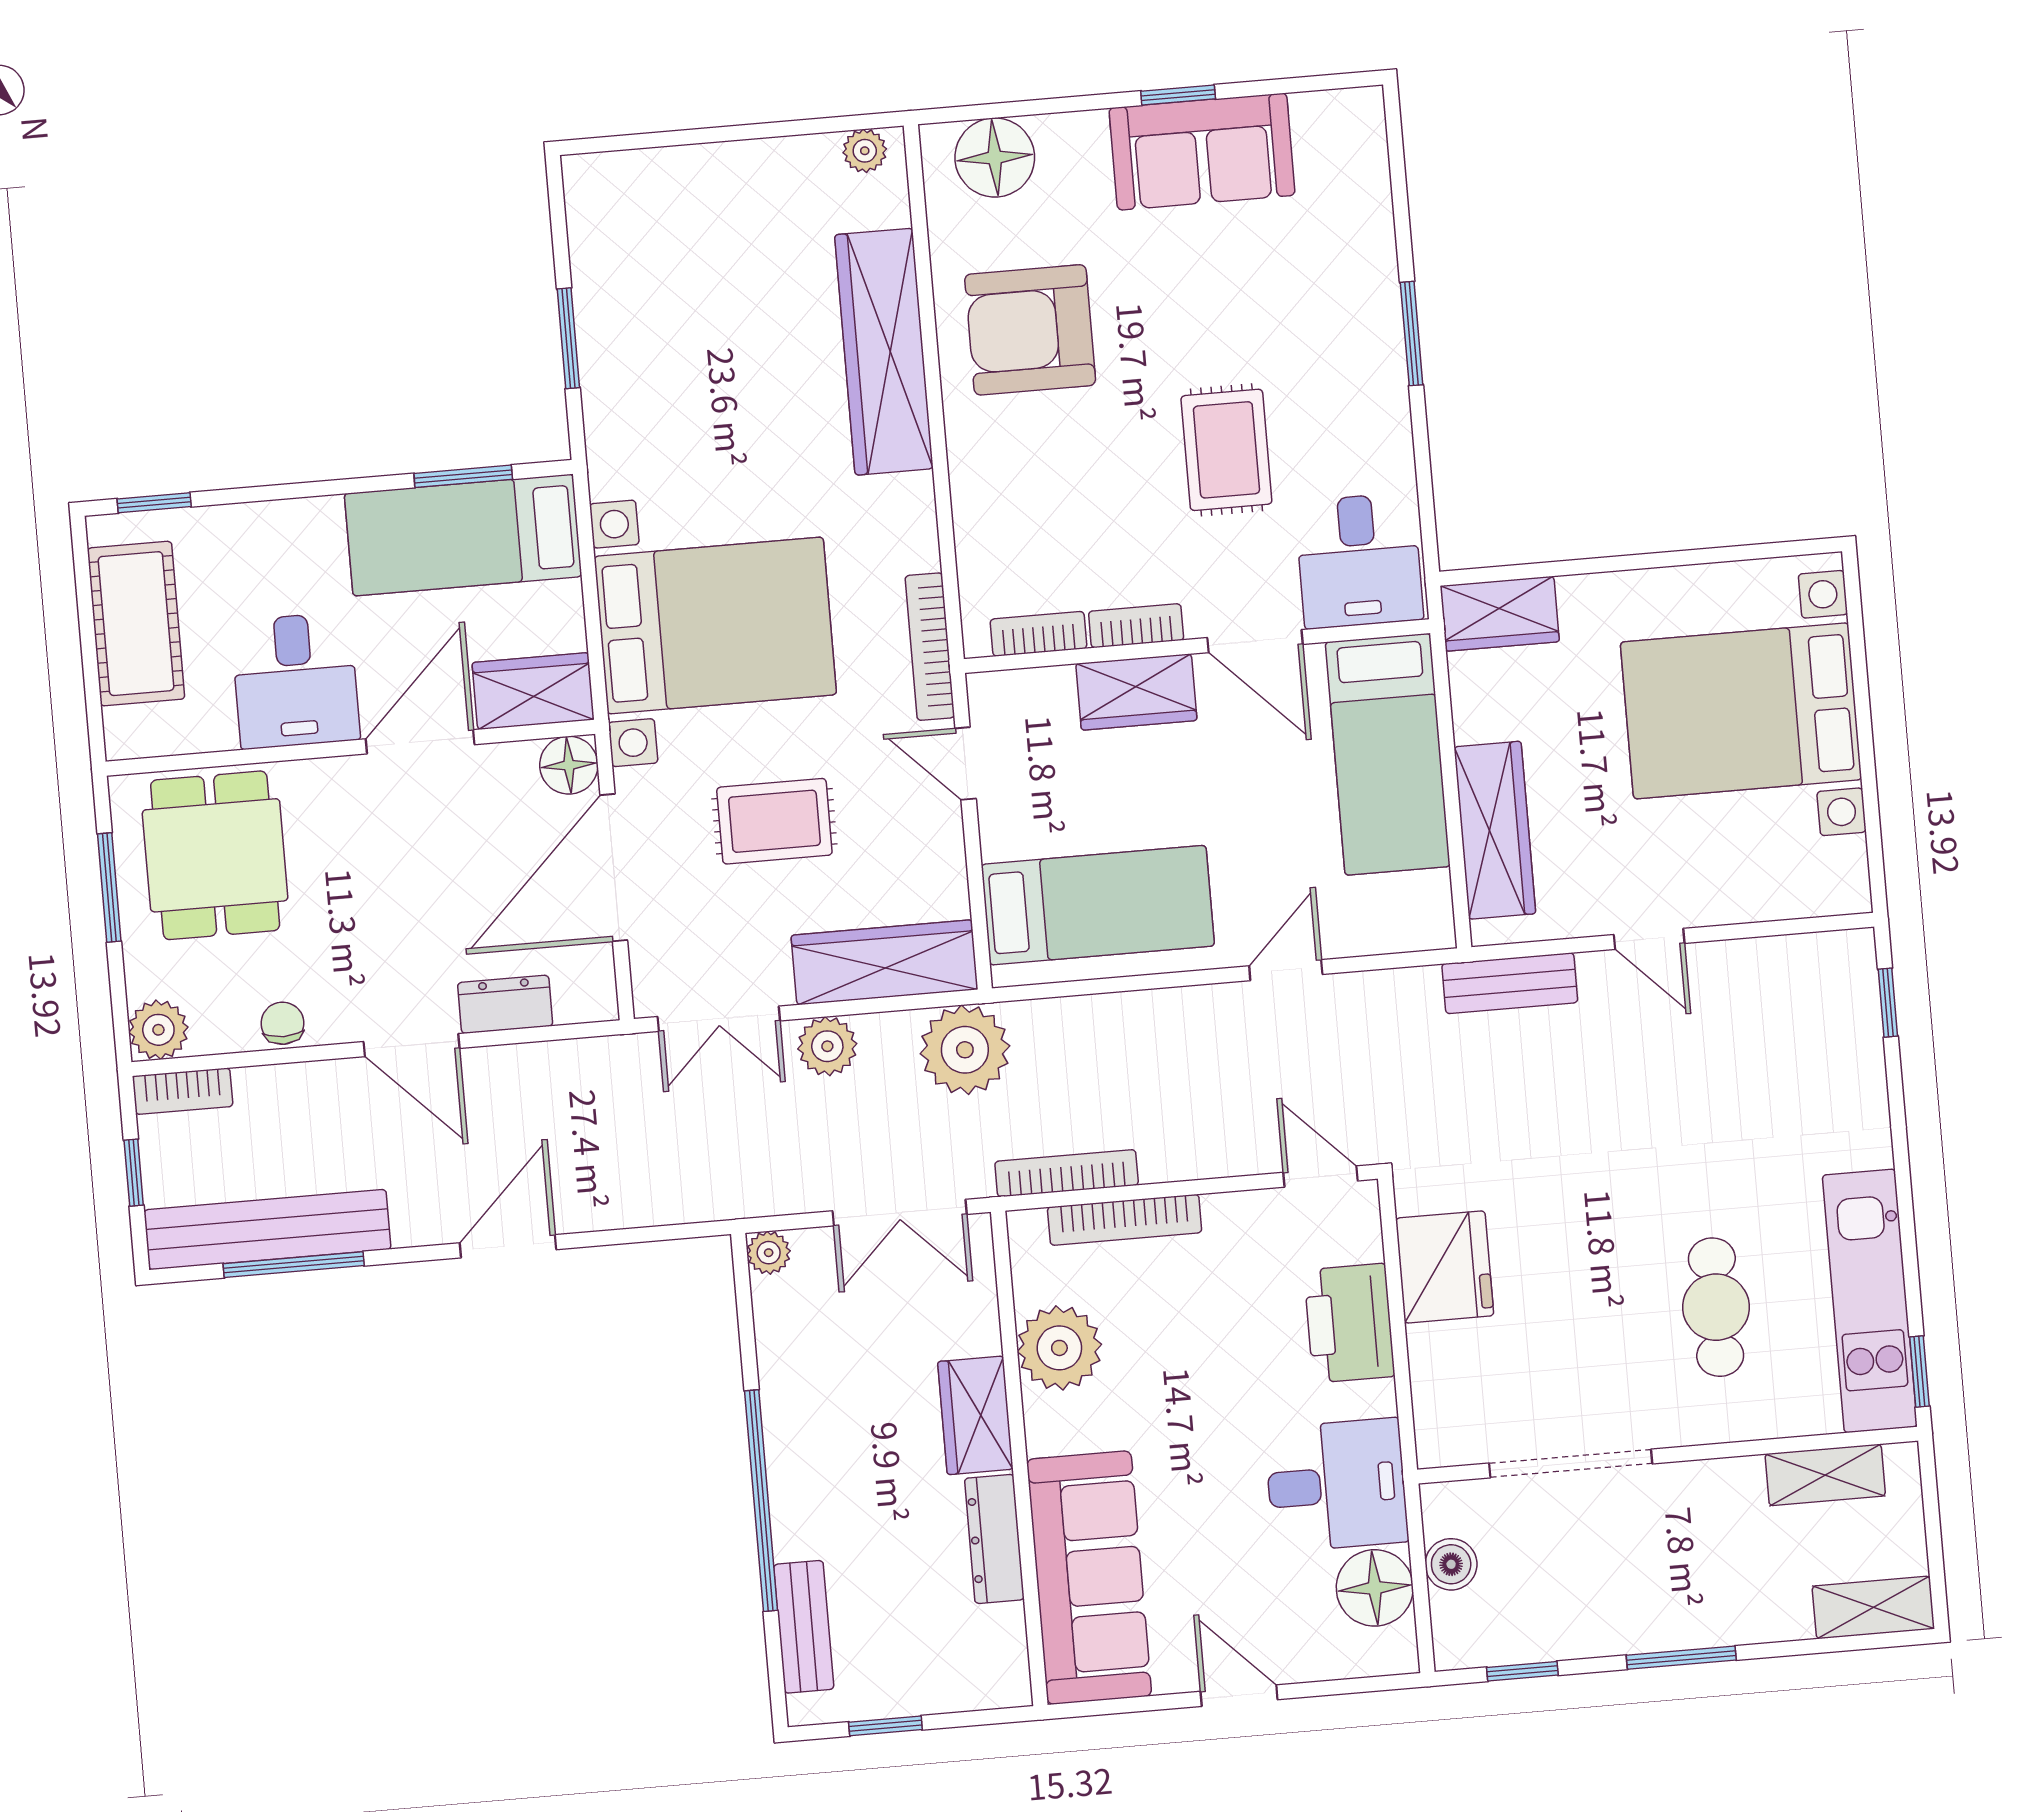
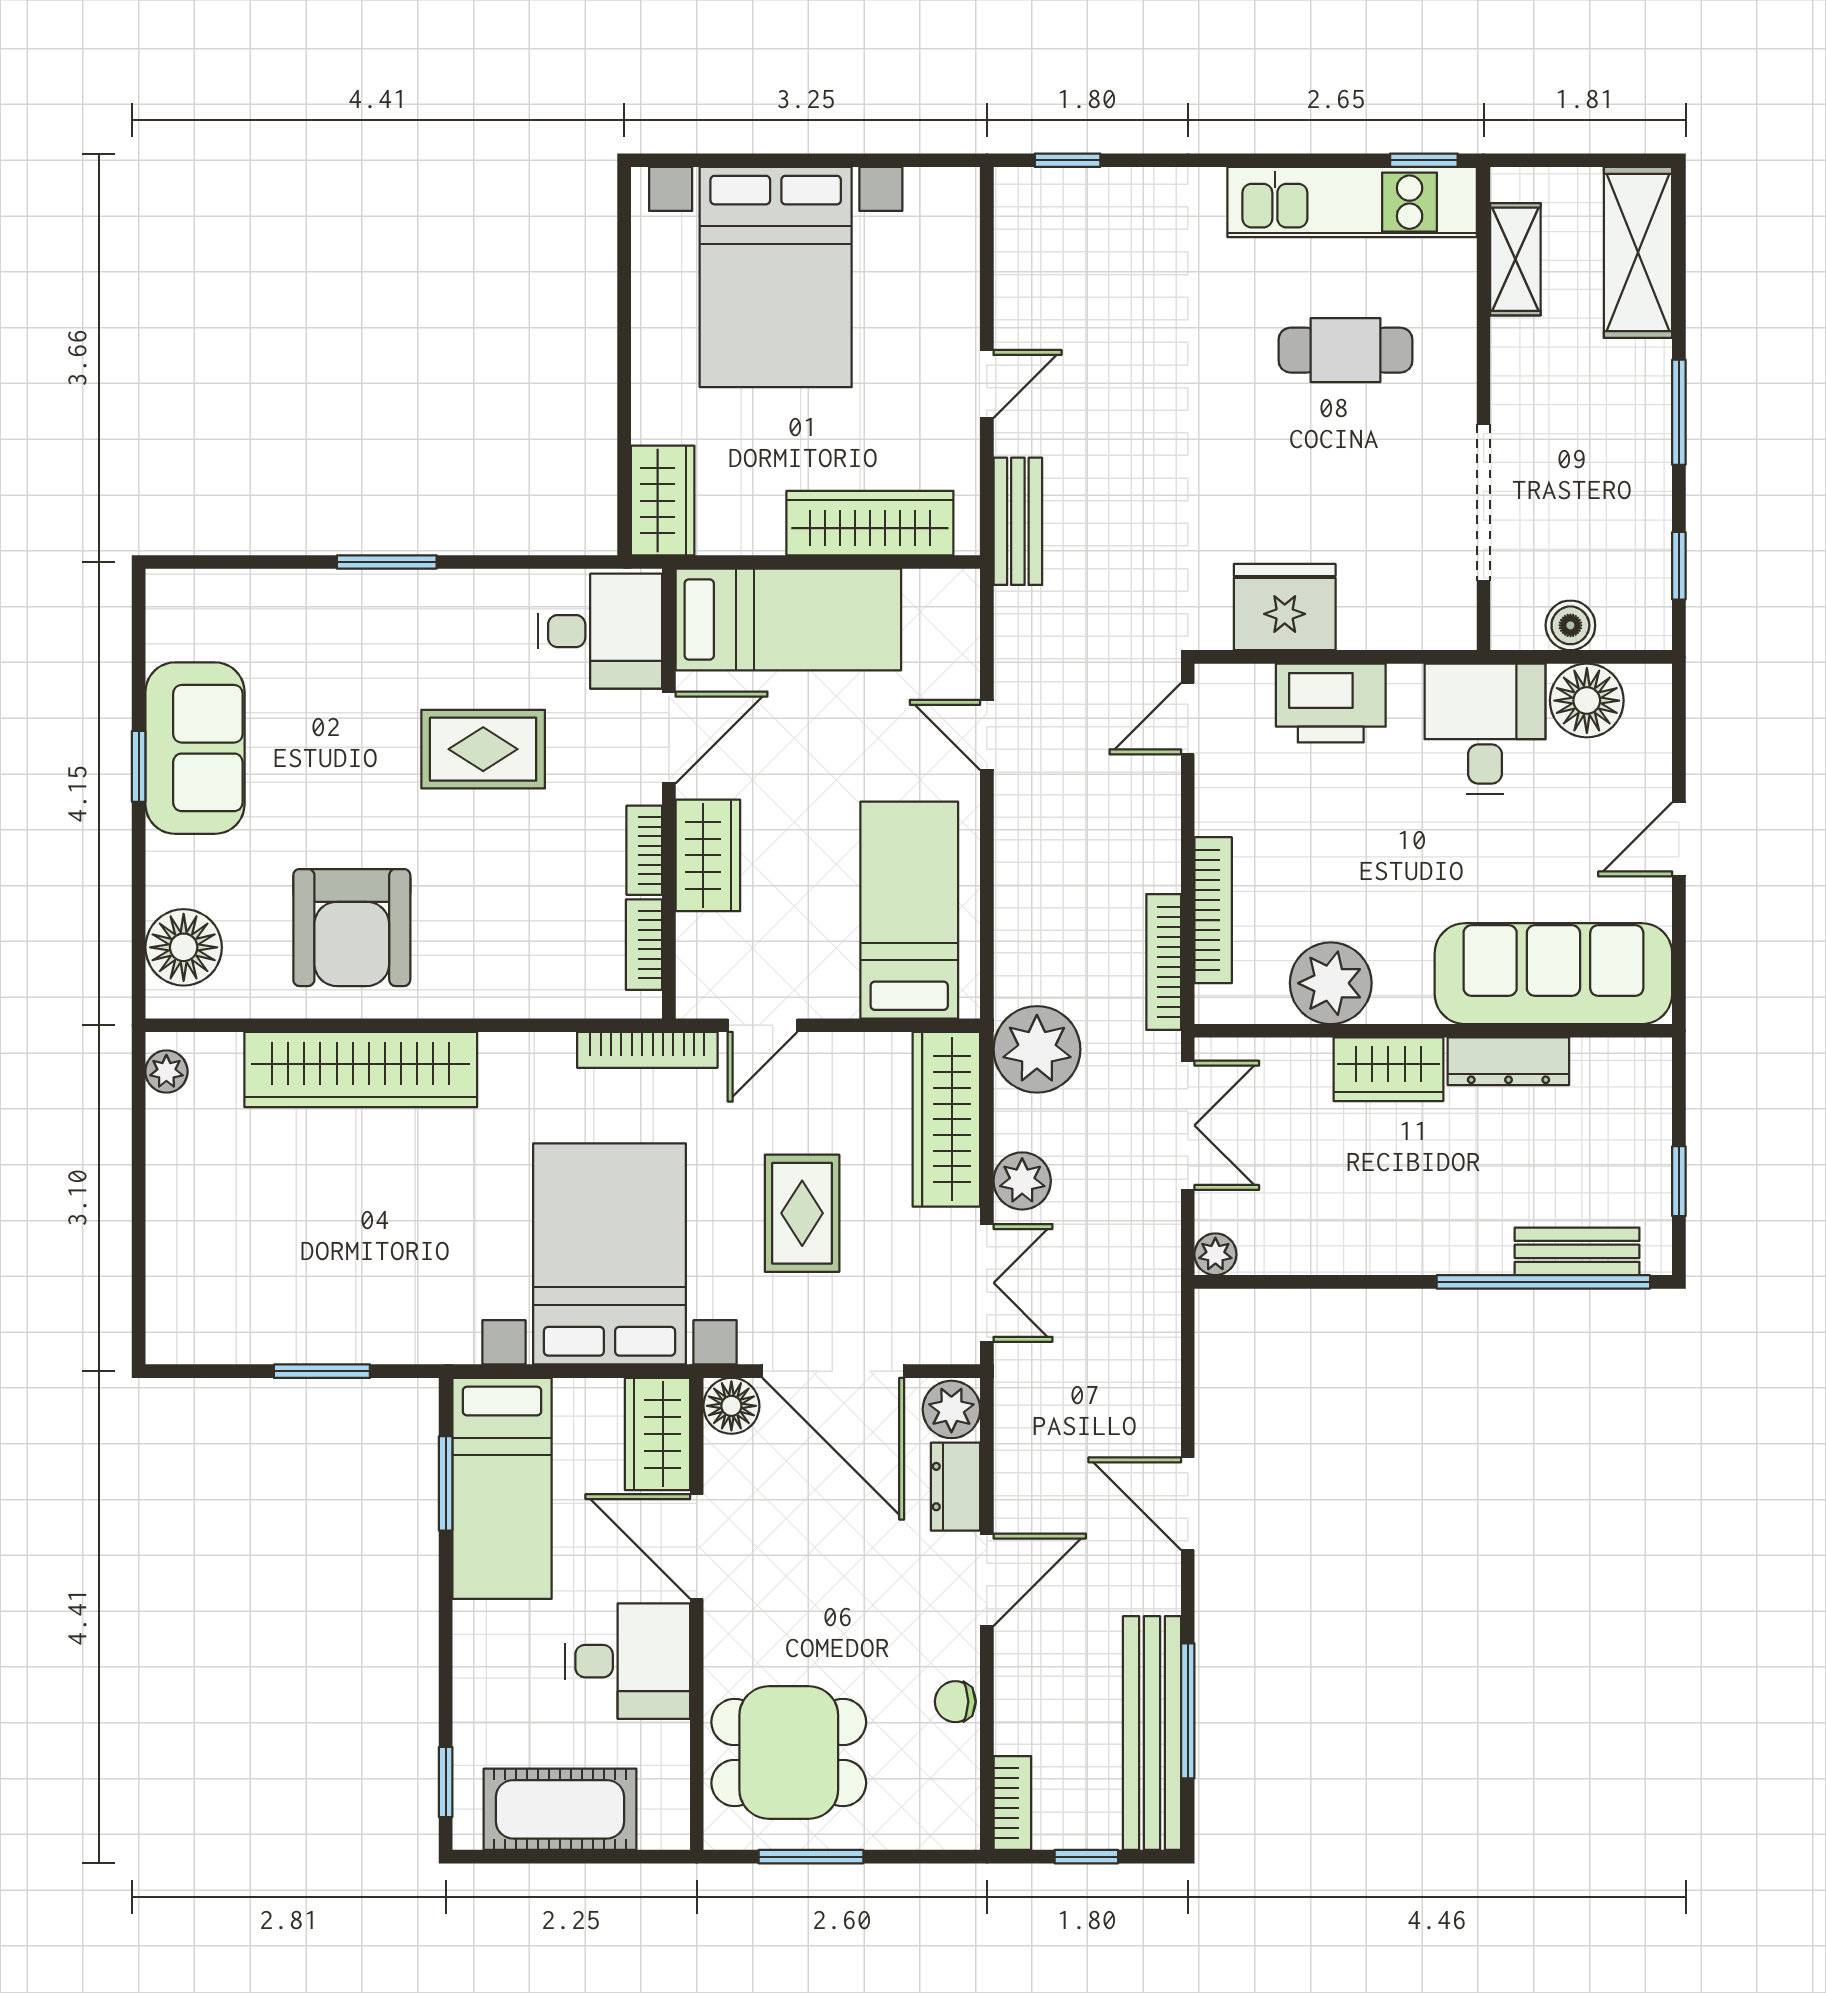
plant: (158, 1030) -> (951, 1409), moved
window: (761, 1501) -> (1543, 1282), moved
shelving: (1873, 1607) -> (1638, 252), width x1.50, depth x1.33

